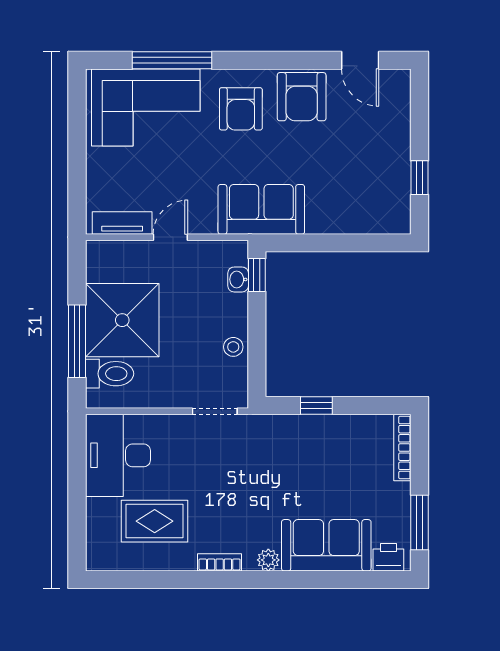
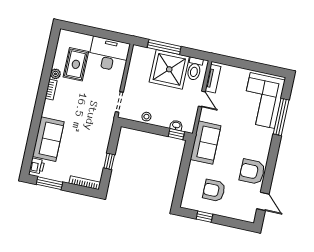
door: (360, 60) -> (263, 201), swing flipped
armchair: (241, 109) -> (214, 190), moved
toilet: (110, 374) -> (195, 69), moved
window: (316, 406) -> (109, 161), moved
plant: (268, 560) -> (55, 74), moved

